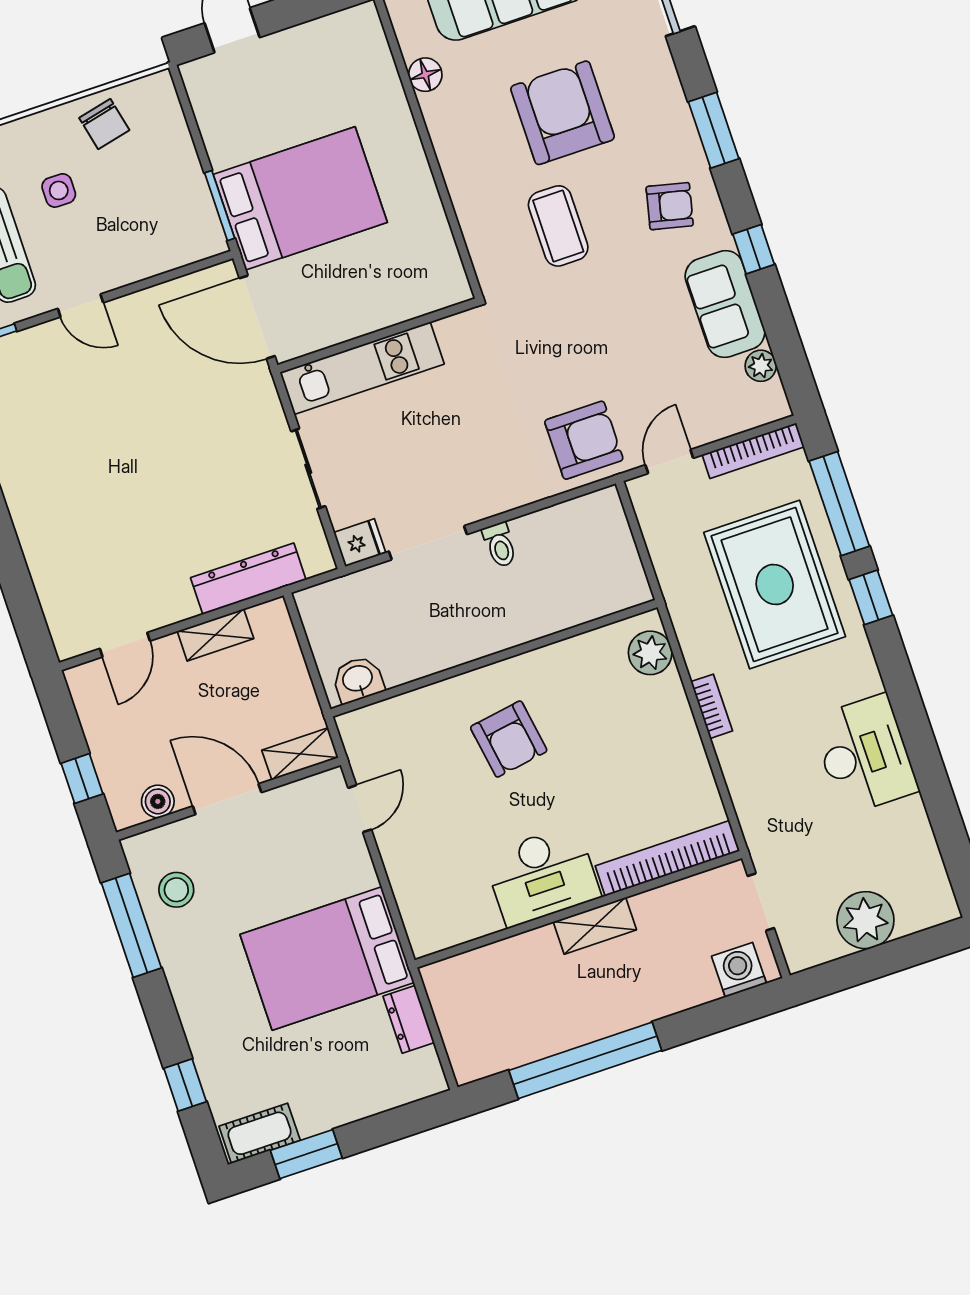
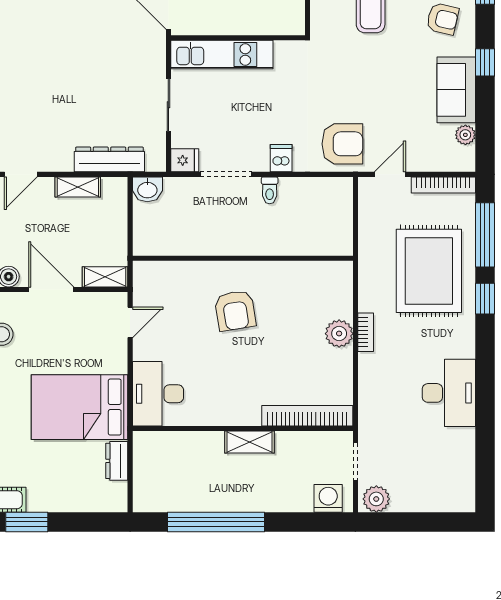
dishwasher: (501, 492) -> (281, 158), added
plant: (650, 653) -> (339, 334), moved
washbasin: (358, 679) -> (147, 189), moved, turned 180
desk: (542, 876) -> (158, 394), moved, turned 90
plant: (865, 920) -> (376, 499), moved, width x0.73, depth x0.73

